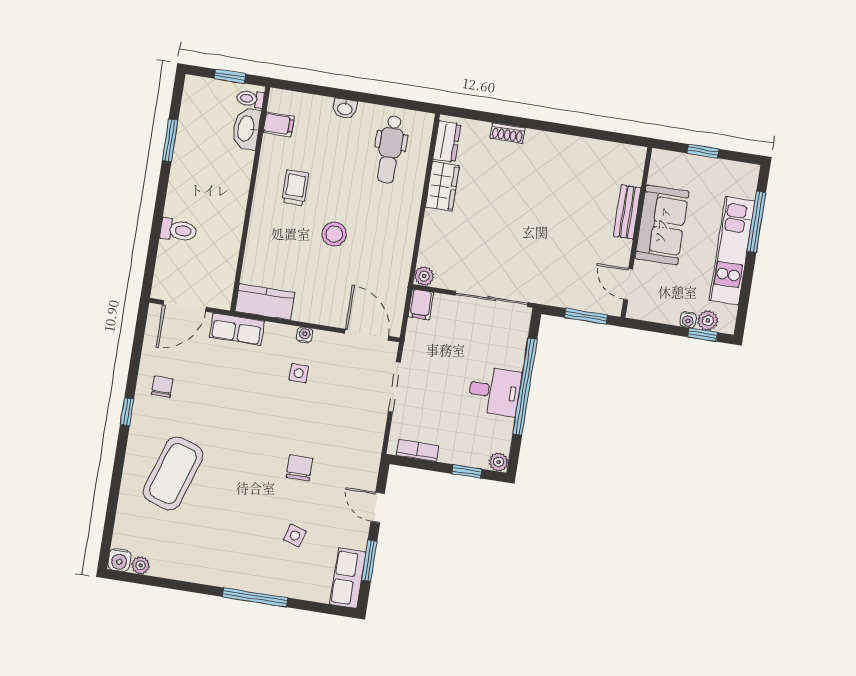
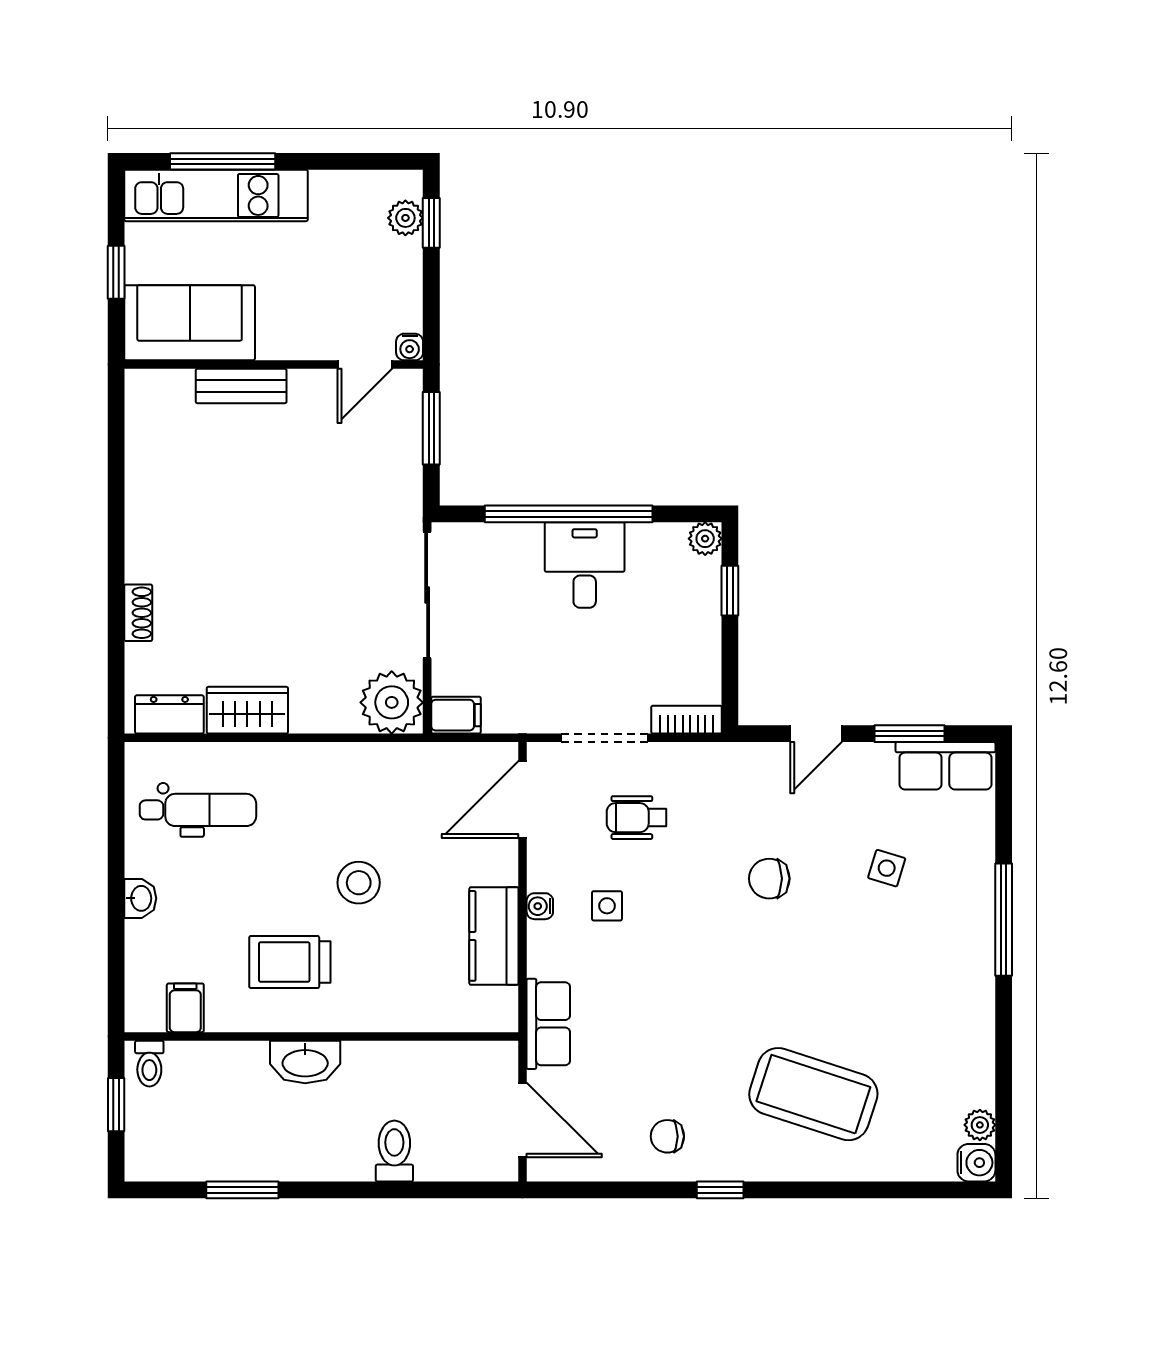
washbasin: (246, 129) -> (305, 1062), moved
trolley: (295, 188) -> (290, 962), width x1.36, depth x1.39
sofa: (662, 225) -> (190, 323), moved
kitchen unit: (732, 251) -> (216, 195), moved
plant: (424, 276) -> (392, 702), width x1.87, depth x1.87
kitchen counter: (265, 302) -> (494, 936), moved
water cooler: (688, 320) -> (410, 347), moved, turned 90
wheelchair: (346, 398) -> (637, 818), added
bookcase: (417, 451) -> (686, 720), moved, turned 90

